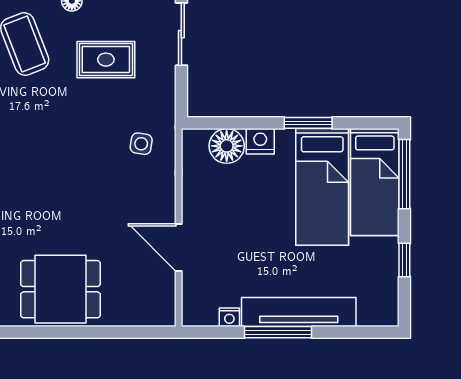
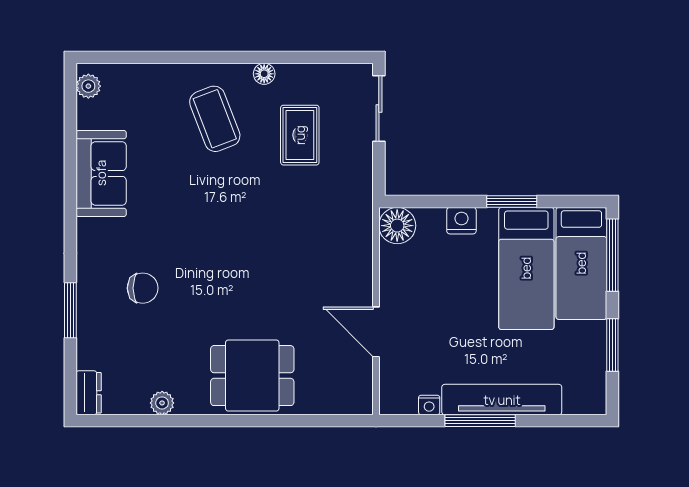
rug: (106, 60) -> (300, 135), turned 90
side table: (141, 144) -> (337, 223), removed
floor lamp: (227, 146) -> (397, 226), moved
window: (404, 260) -> (612, 345), width x1.50

